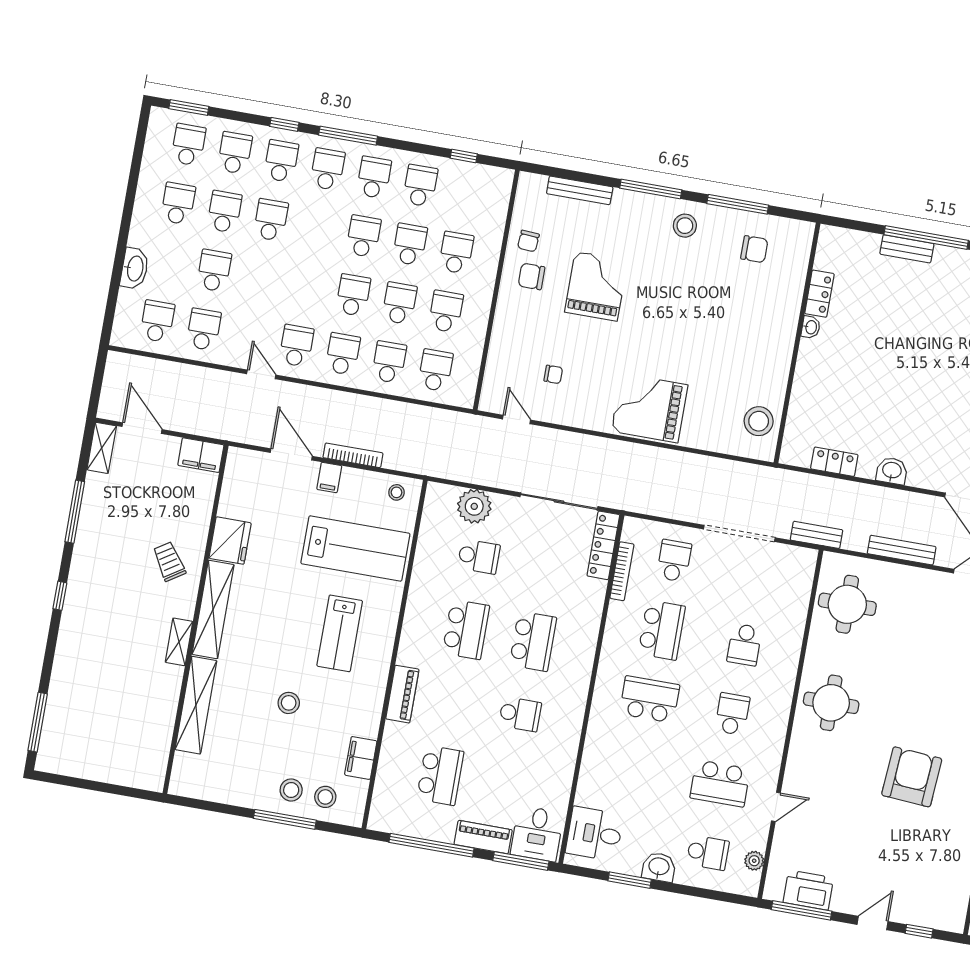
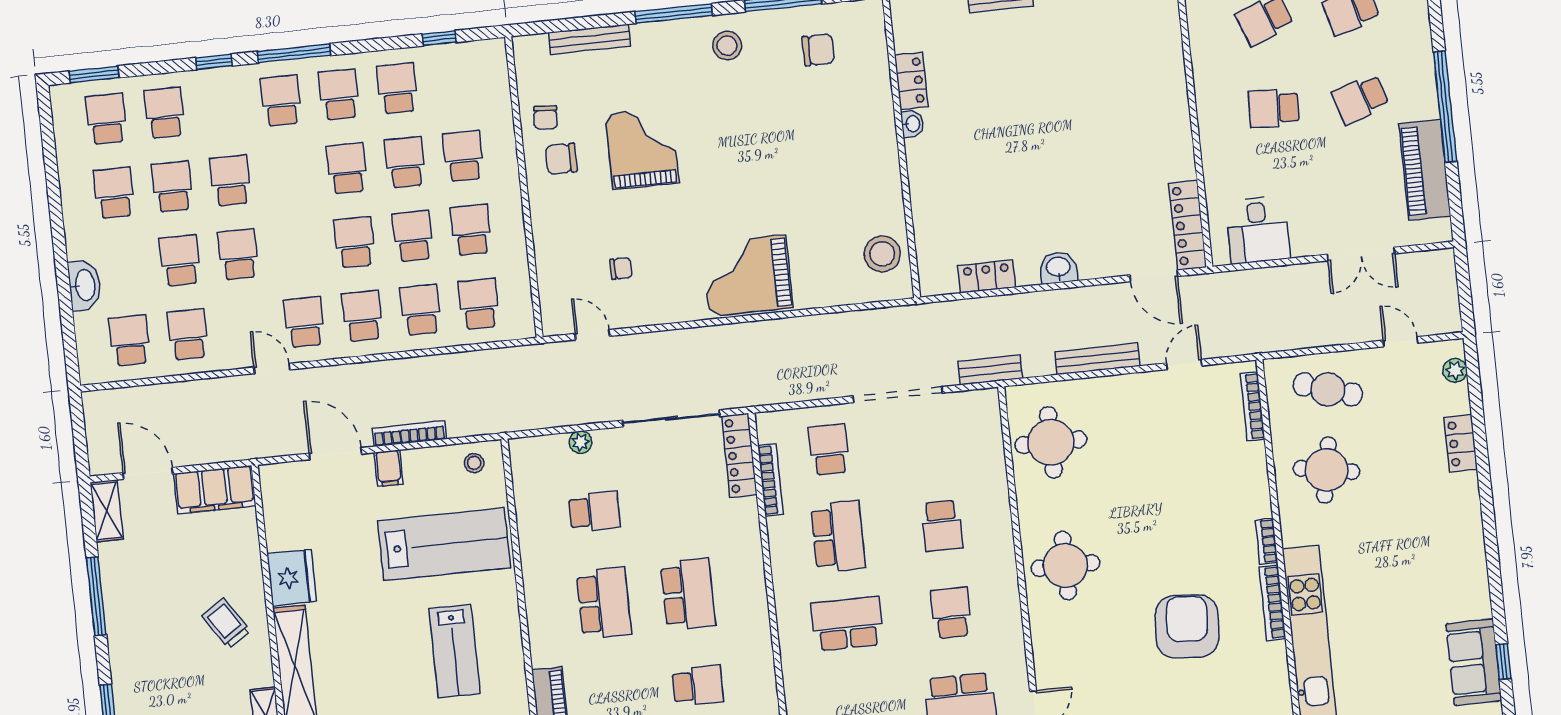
school desk: (281, 161) -> (238, 254), moved
filing cabinet: (201, 455) -> (215, 490), width x1.50, depth x1.17
plant: (474, 506) -> (581, 442), width x0.53, depth x0.53

